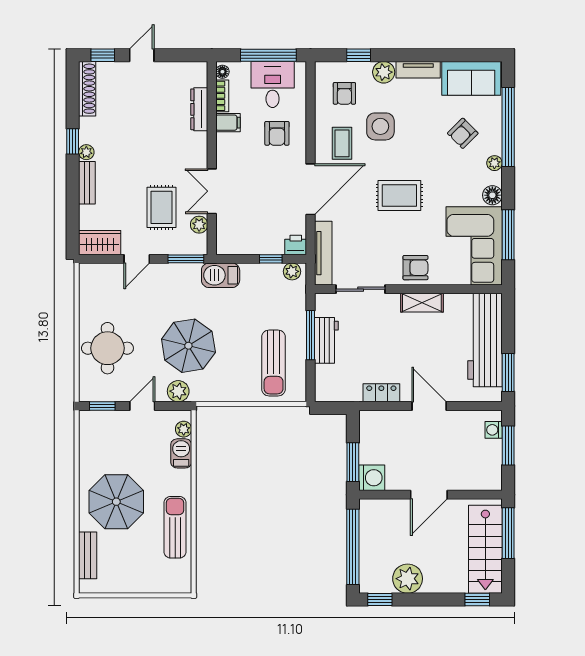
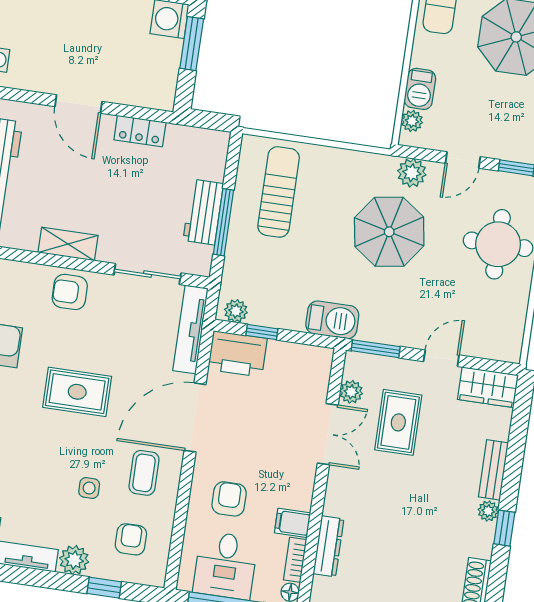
side table: (380, 126) -> (89, 488), width x0.54, depth x0.54
printer: (296, 245) -> (238, 354), width x1.87, depth x1.48

